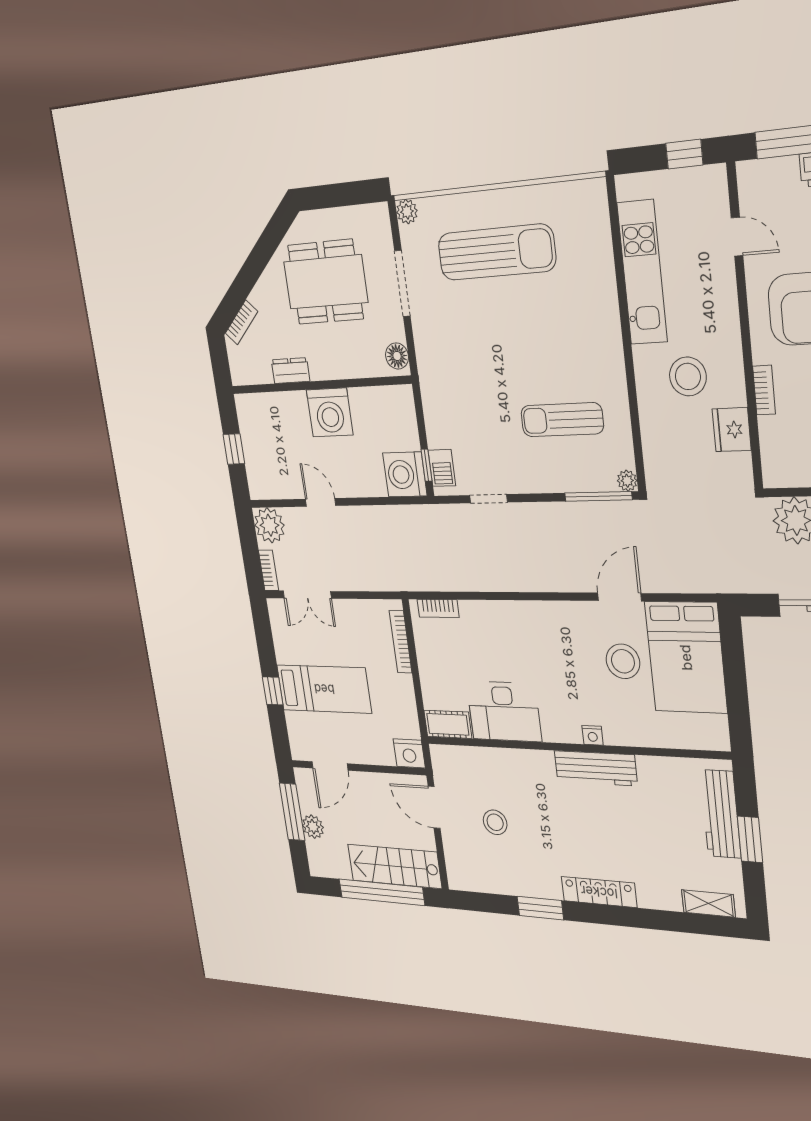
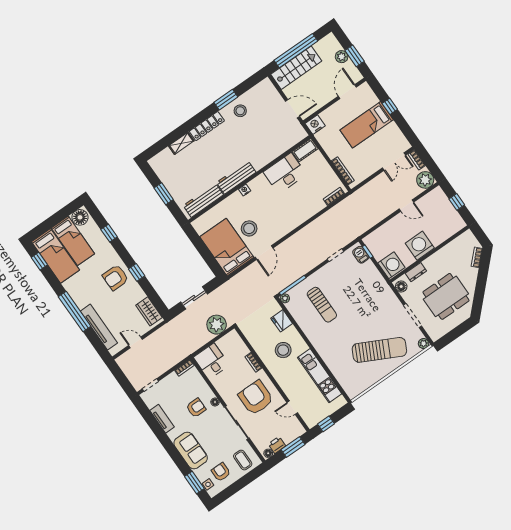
sun lounger: (496, 252) -> (379, 350), turned -153
dresser: (291, 371) -> (416, 272), moved
sun lounger: (562, 420) -> (322, 305), turned 90
fridge: (732, 430) -> (282, 321), moved, turned 180
washing machine: (405, 474) -> (391, 265), moved
double door: (307, 595) -> (394, 162), swing flipped
window: (292, 812) -> (355, 56), width x0.69
workbench: (721, 814) -> (203, 200), moved, turned -90
stool: (495, 822) -> (240, 111), moved
shelving: (708, 903) -> (181, 143), moved

